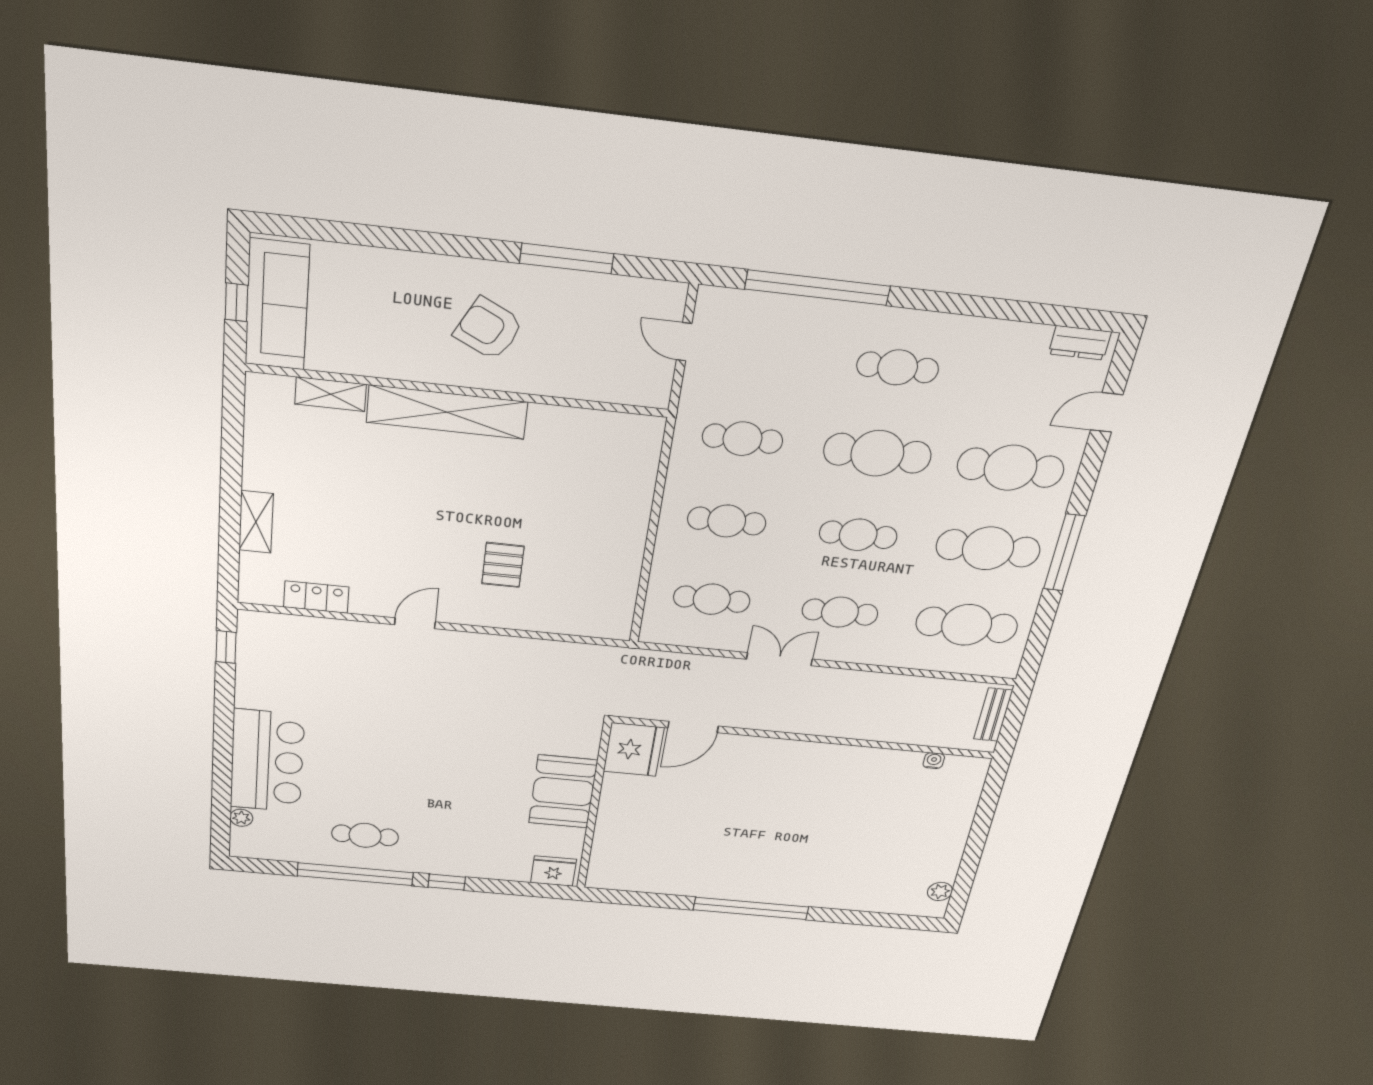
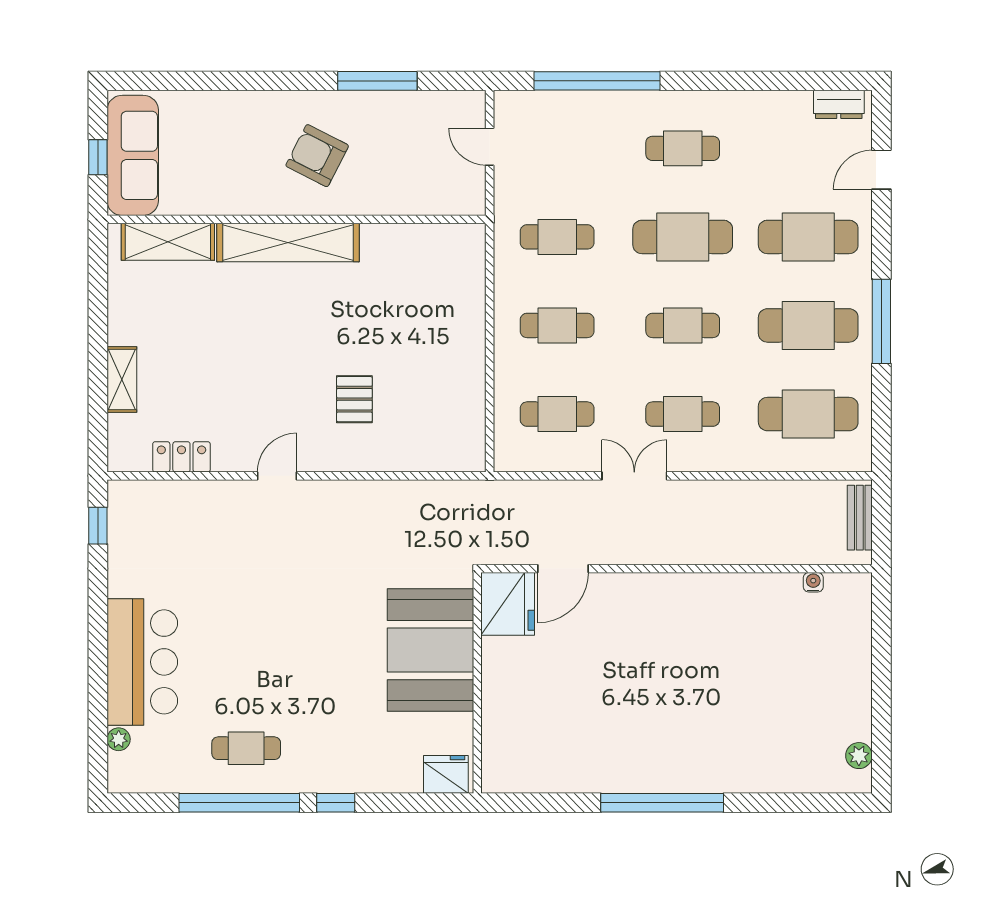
shelving: (331, 394) -> (168, 242), width x1.50, depth x1.33
booth: (563, 792) -> (430, 650), width x1.36, depth x1.42

